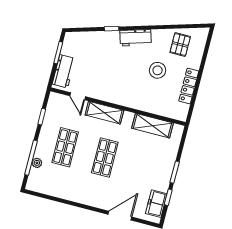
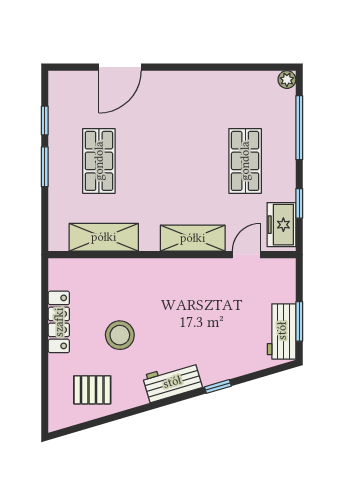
pallet: (180, 44) -> (92, 390), turned 90
workbench: (64, 71) -> (282, 331), moved
door: (78, 96) -> (246, 255), hinge flipped
shop shelf: (105, 157) -> (99, 161), moved
plant: (37, 163) -> (287, 80), moved
freezer: (156, 204) -> (281, 225), moved, turned 180

